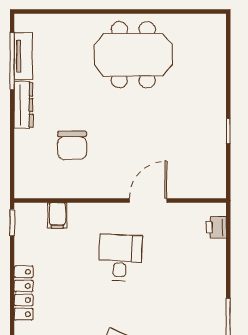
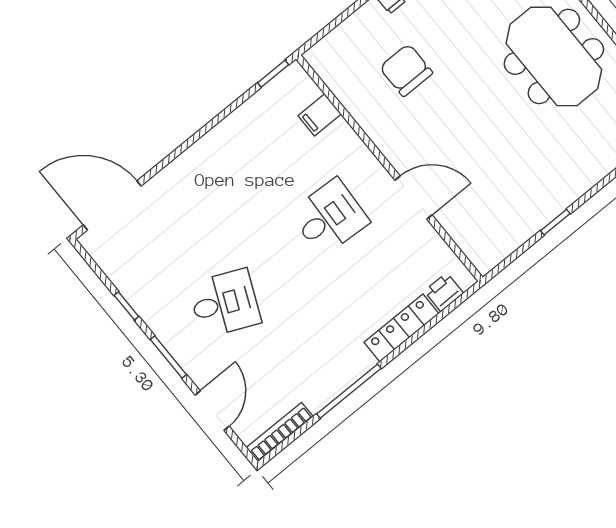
chair: (72, 145) -> (406, 70), turned 90
locker: (24, 293) -> (402, 328), moved, turned 180

